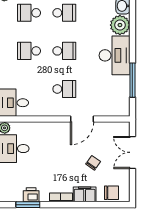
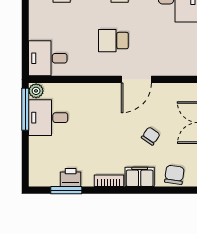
school desk: (64, 89) -> (113, 41), turned 180
chair: (111, 193) -> (174, 175), turned -82

